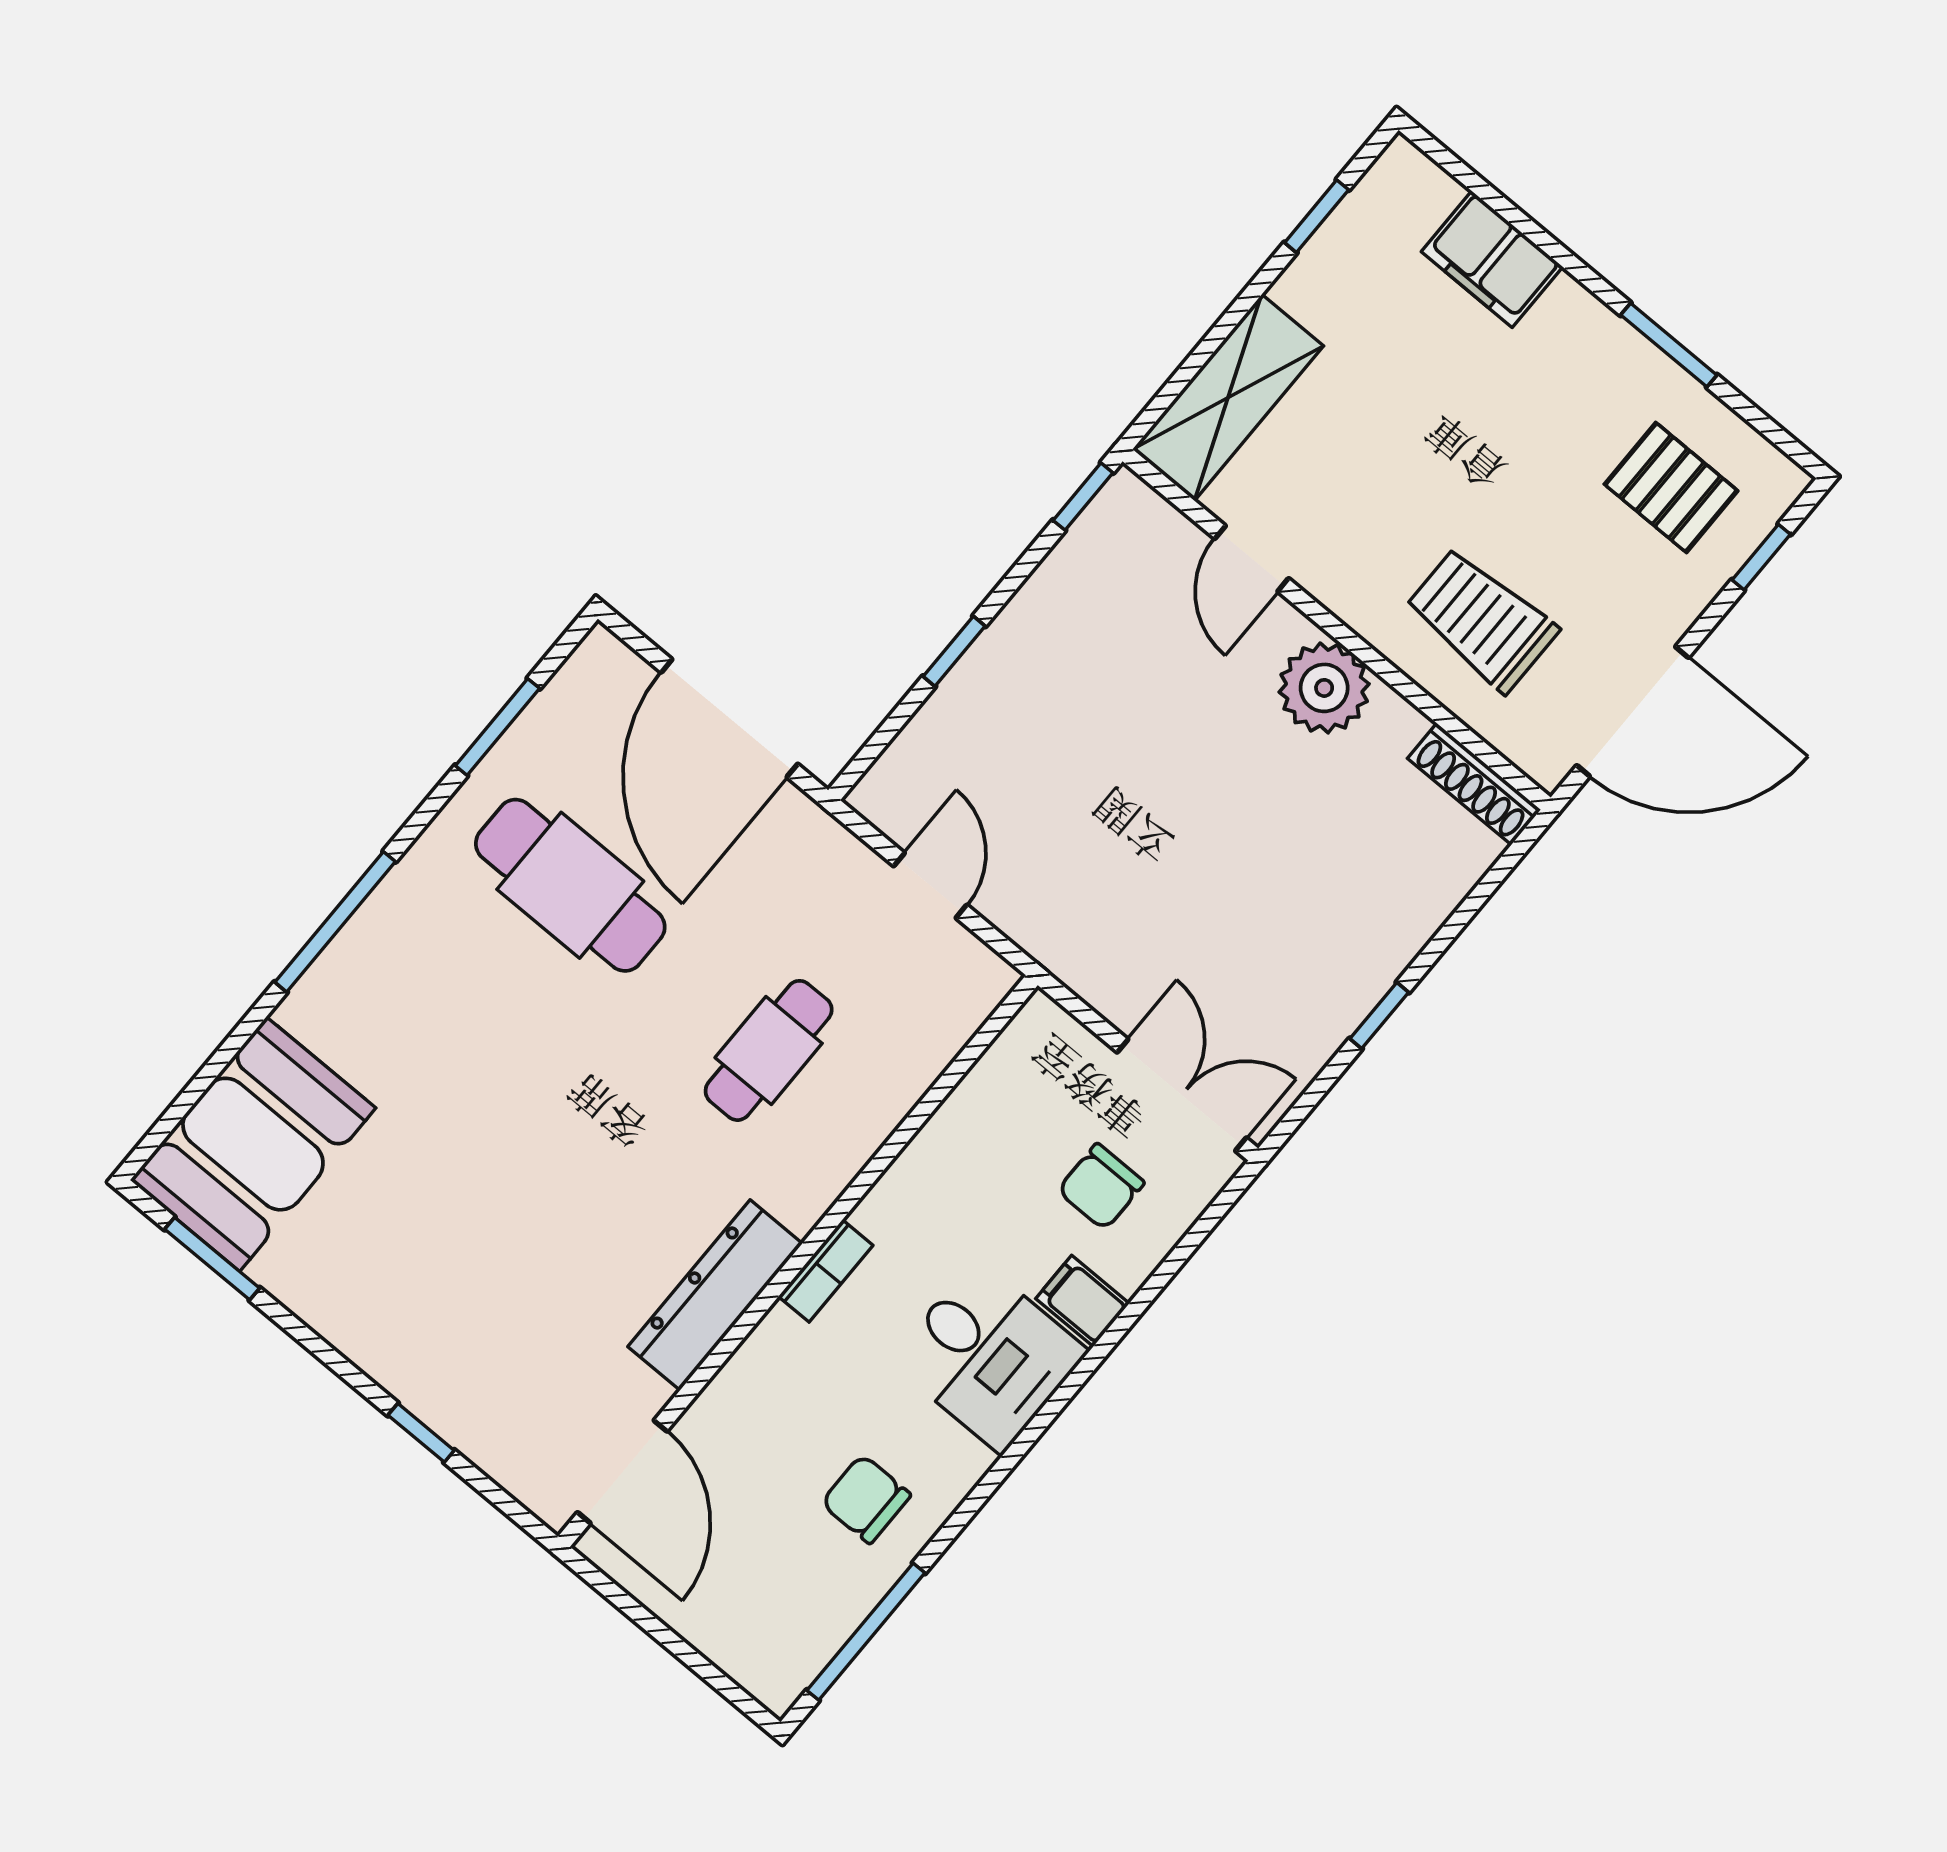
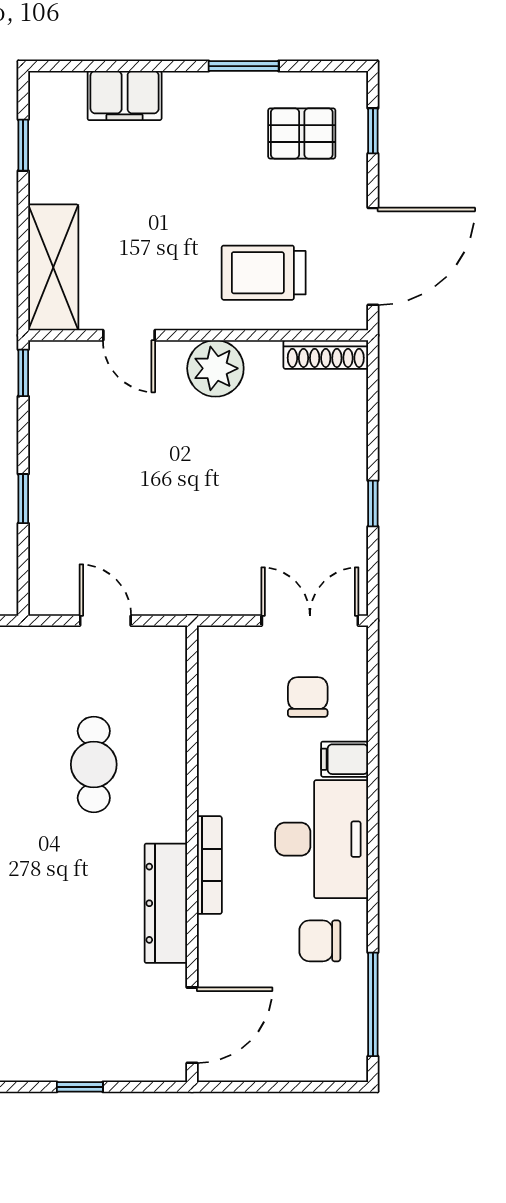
chair: (1101, 1187) -> (308, 697), turned 180
bookcase: (826, 1271) -> (209, 865), width x1.56
desk: (989, 1356) -> (322, 839), width x1.37
door: (622, 1472) -> (192, 1025), hinge flipped

